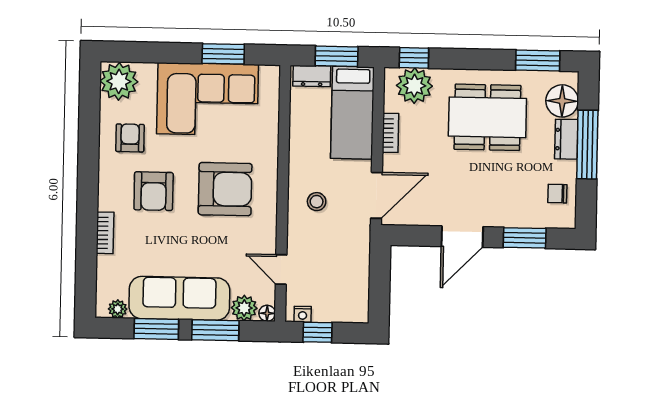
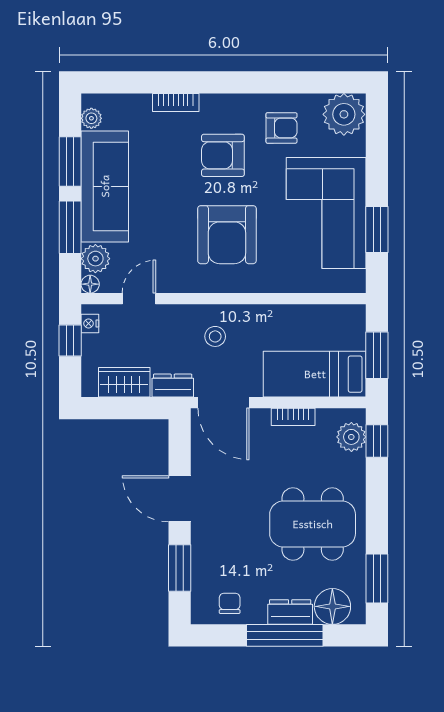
dresser: (312, 76) -> (173, 386), moved, turned 90
plant: (414, 86) -> (351, 437), width x0.73, depth x0.73
dining table: (487, 117) -> (313, 524), turned 90
wardrobe: (356, 284) -> (124, 382), added

